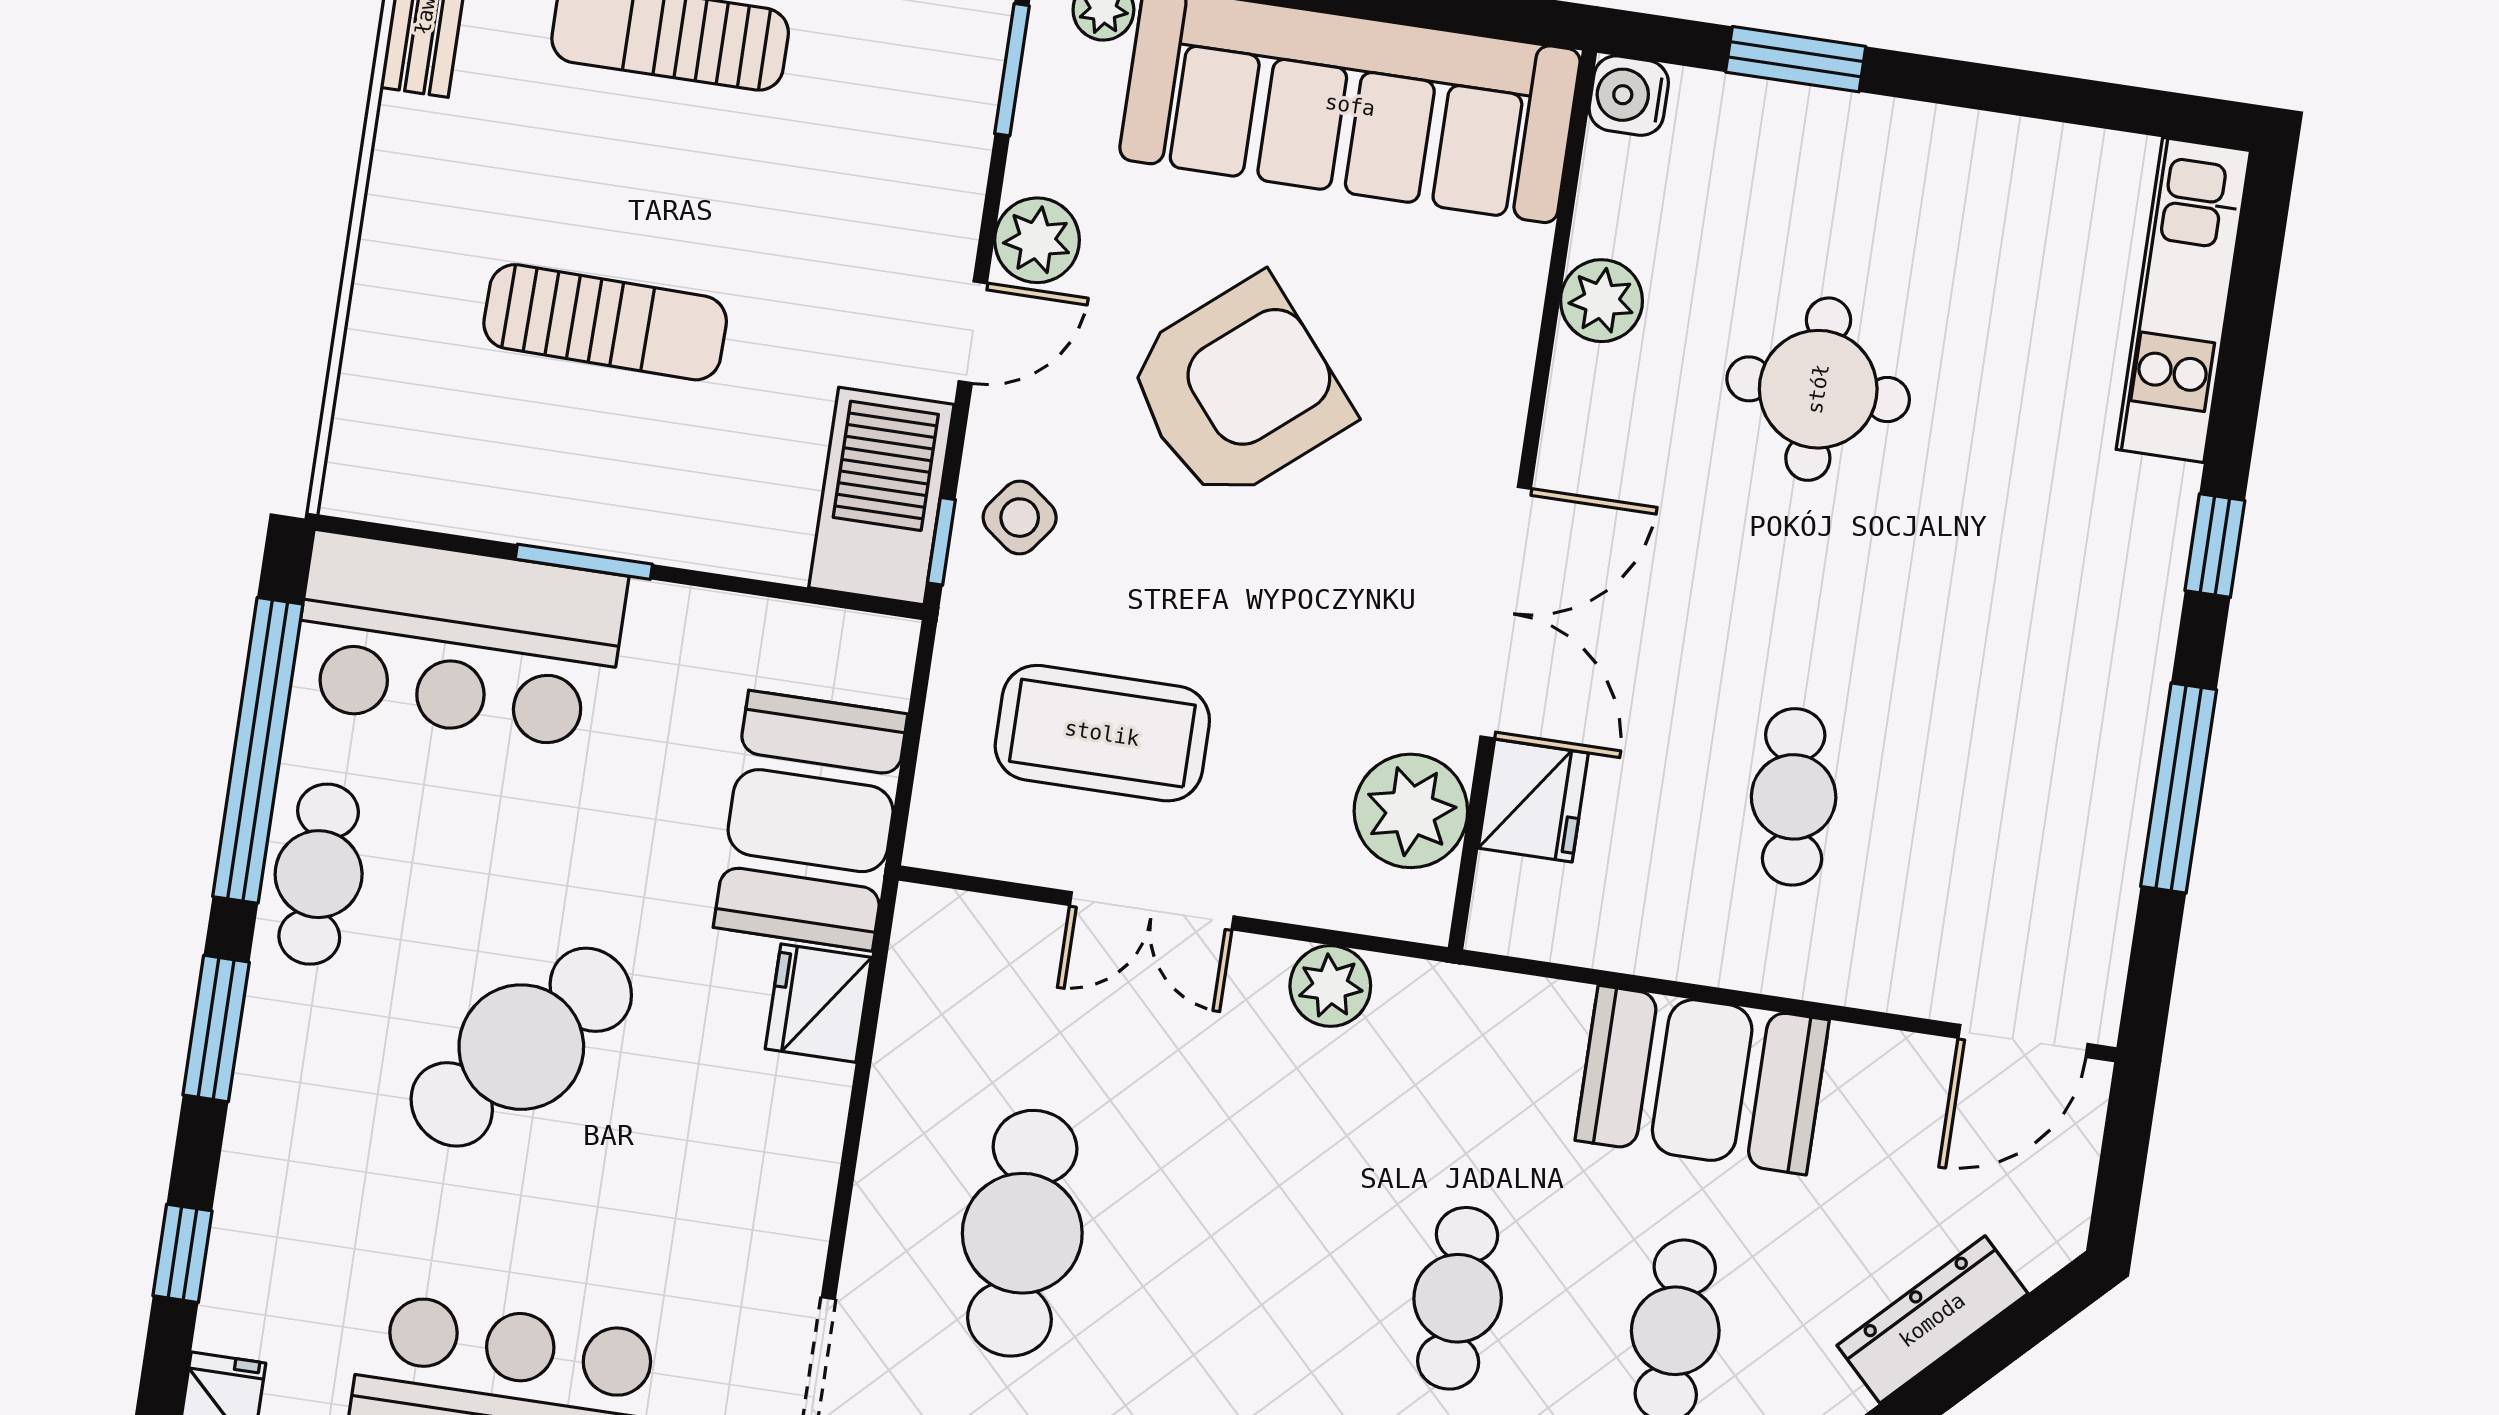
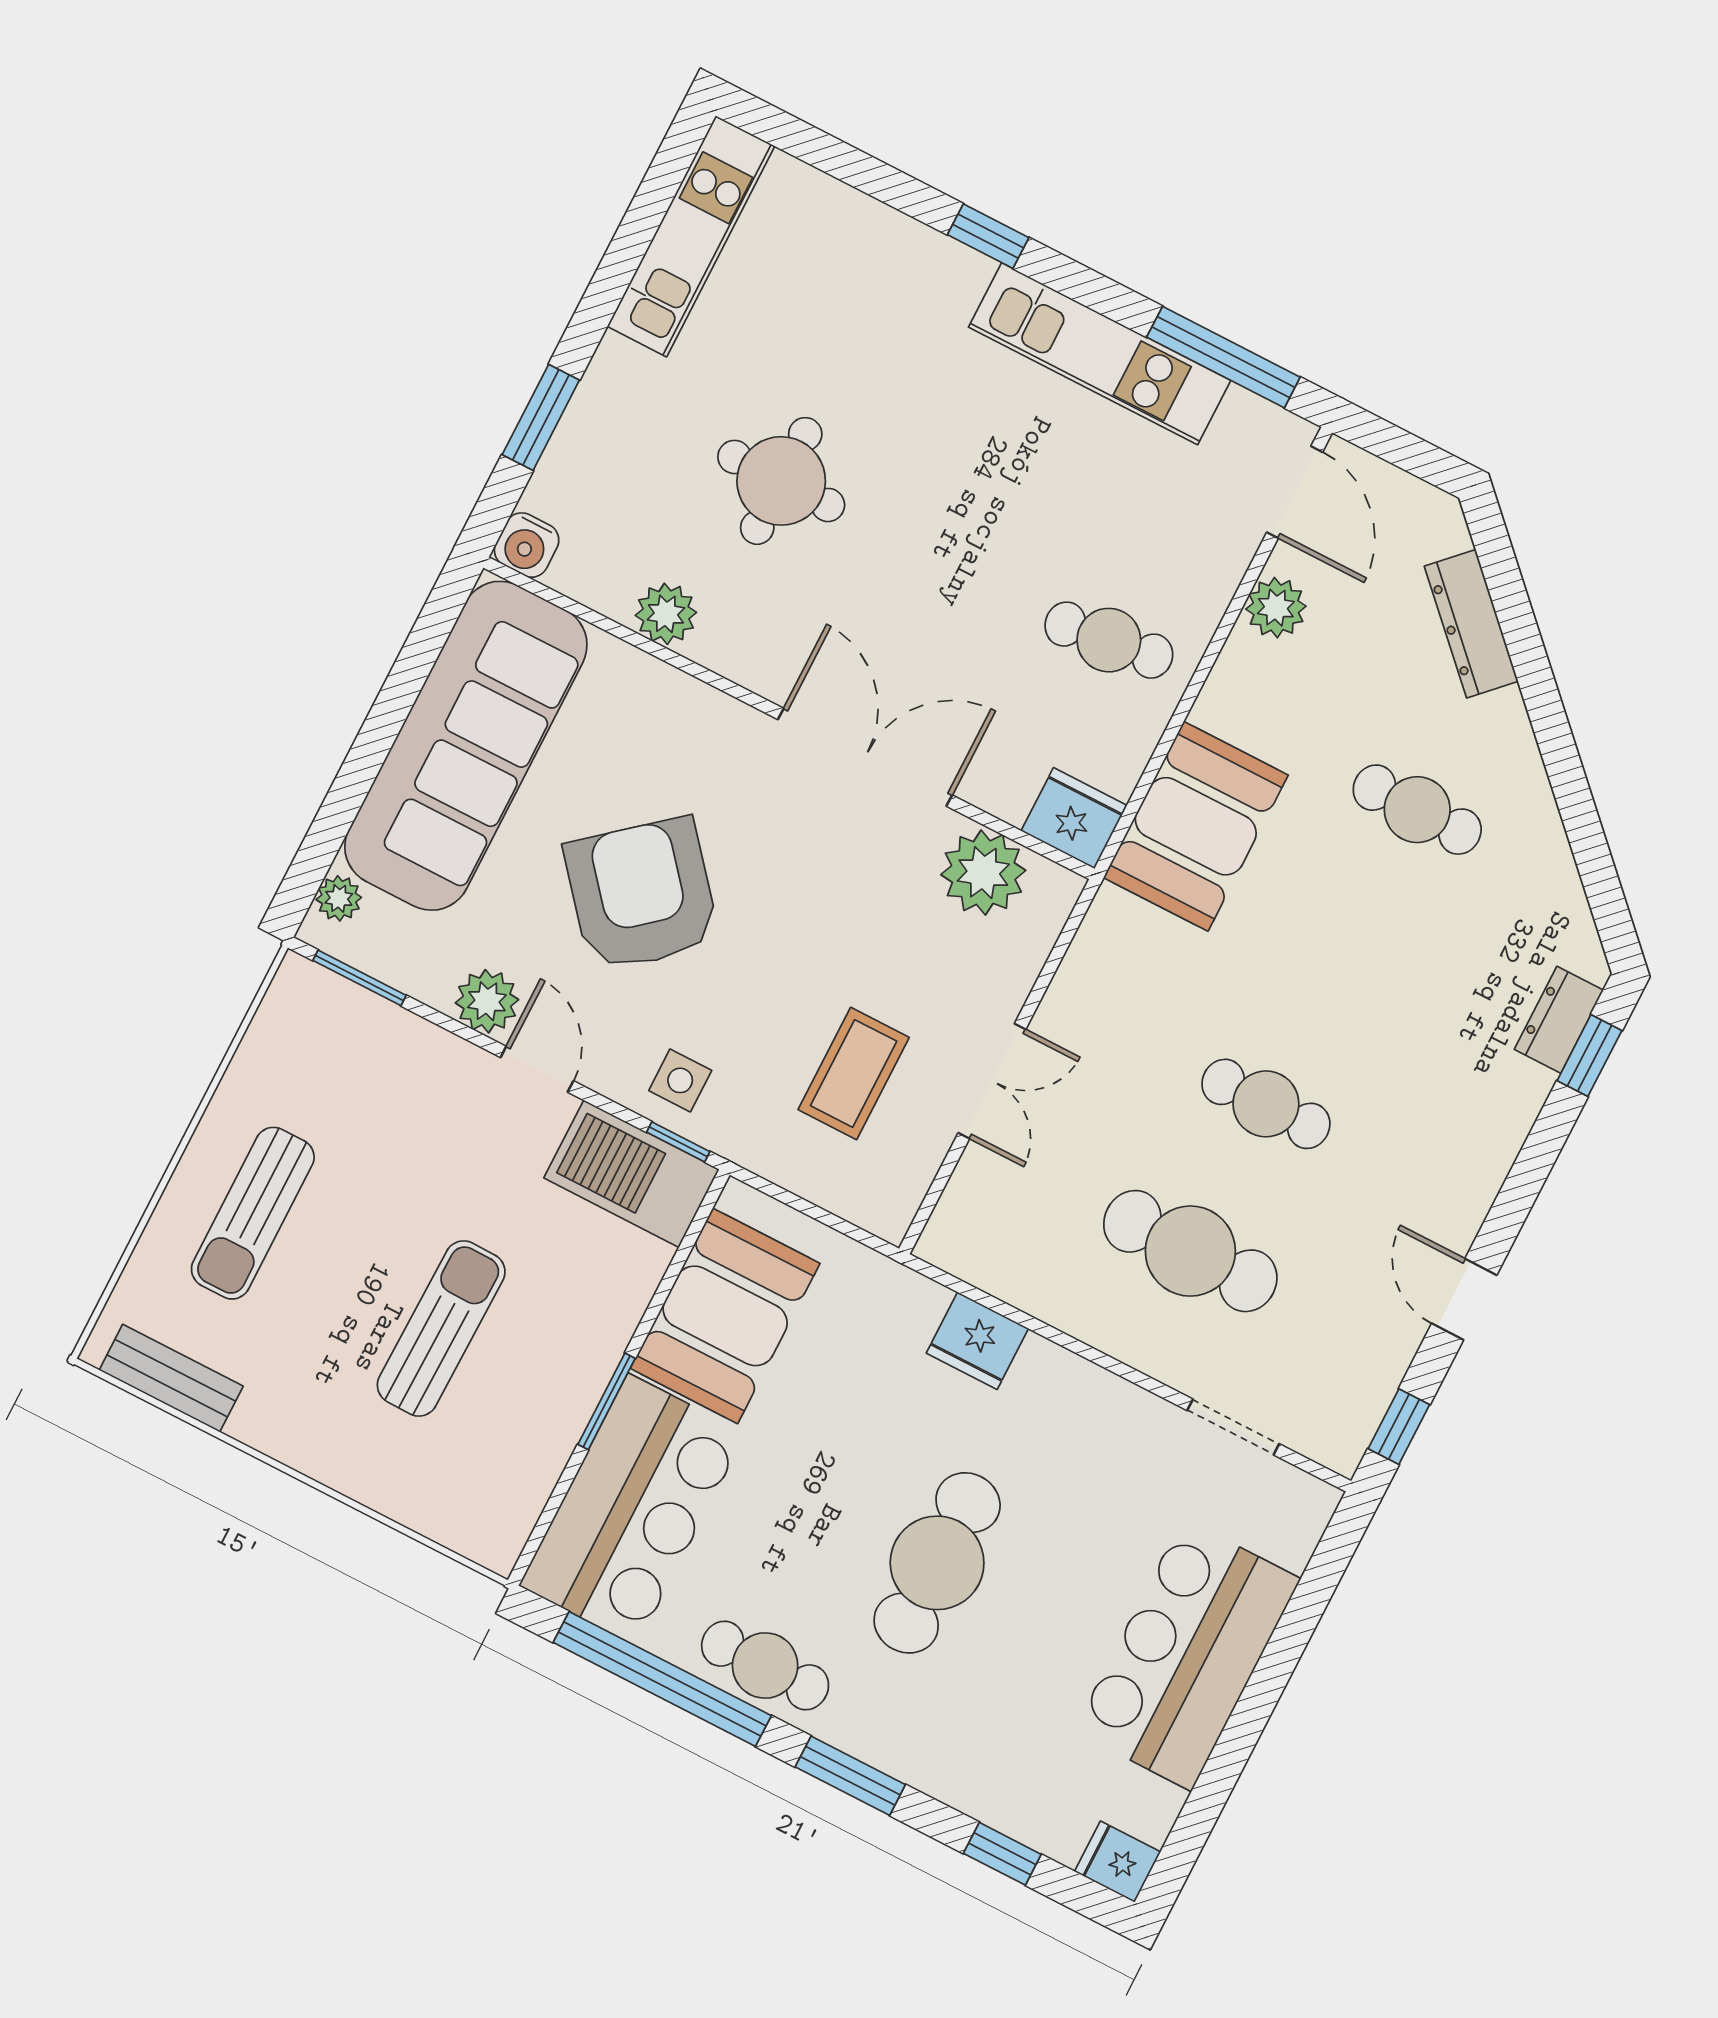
kitchen unit: (2183, 300) -> (691, 236), moved, turned -90
side table: (1020, 518) -> (680, 1080), turned -37
coffee table: (1102, 733) -> (854, 1073), width x0.73, depth x0.76
kitchen unit: (2114, 736) -> (1100, 354), added
window: (2179, 788) -> (1223, 357), moved
cafe table: (1794, 797) -> (1109, 640), moved
fridge: (1533, 801) -> (1074, 818), moved
booth: (811, 821) -> (725, 1316), moved, turned 90
plant: (1330, 986) -> (1276, 608), moved
cafe table: (521, 1047) -> (937, 1563), turned 48
booth: (1702, 1080) -> (1196, 826), moved
cafe table: (1458, 1298) -> (1266, 1104), moved

